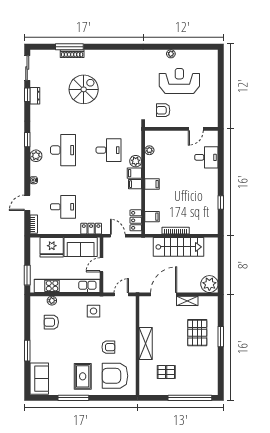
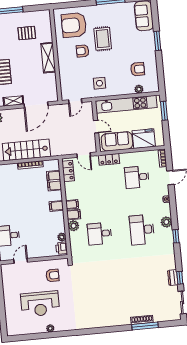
spiral stairs: (84, 89) -> (128, 288), removed
printer: (151, 138) -> (62, 248), added
filing cabinet: (152, 217) -> (54, 181), width x2.00
door: (102, 265) -> (96, 127), hinge flipped
rug: (83, 376) -> (103, 39), moved
armchair: (115, 376) -> (74, 25), turned 180

